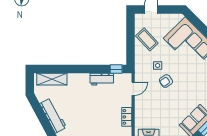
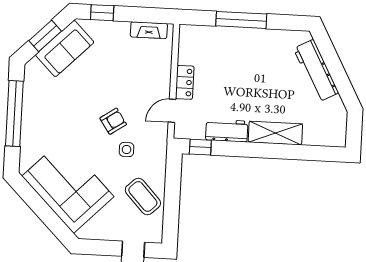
shelving: (52, 79) -> (275, 133), moved
locker: (127, 117) -> (185, 82), moved

